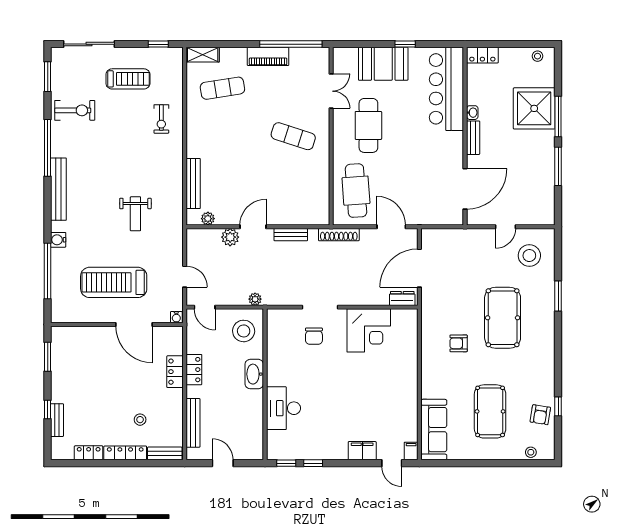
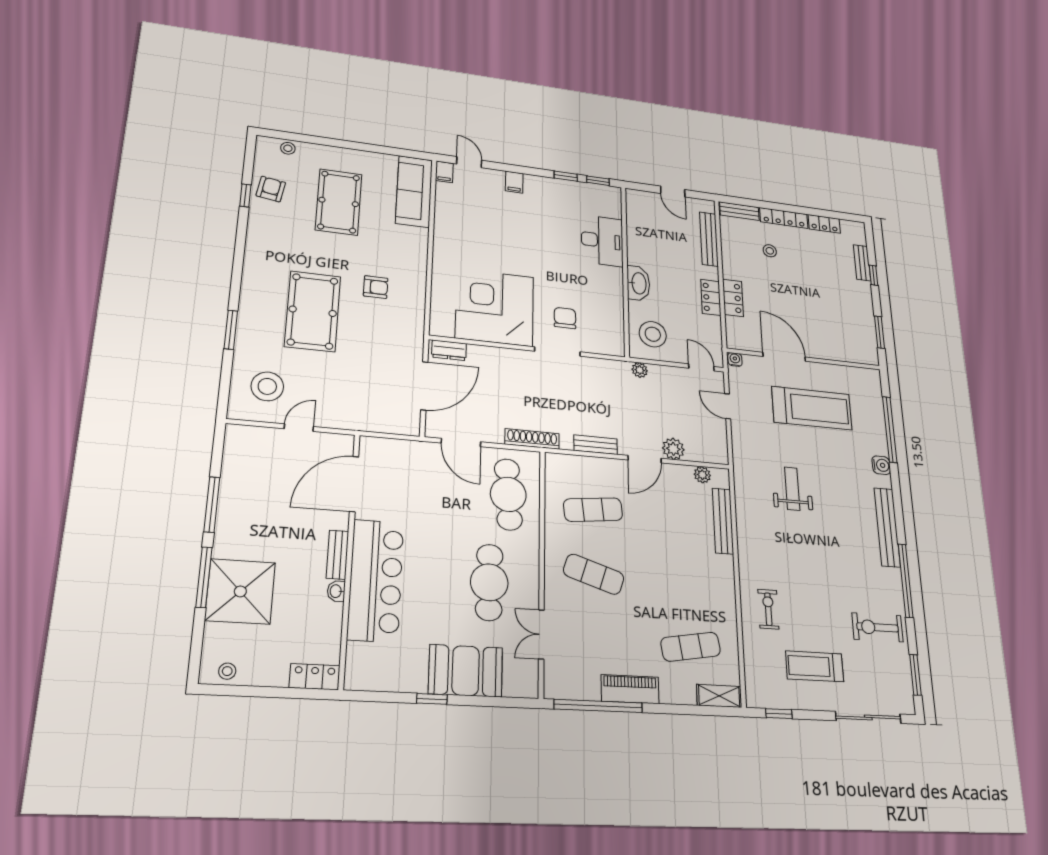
bar counter: (446, 89) -> (376, 580), moved
exercise mat: (293, 184) -> (593, 510), added
corner desk: (369, 330) -> (495, 307), width x1.36, depth x1.36
filing cabinet: (362, 451) -> (514, 182), width x0.50

